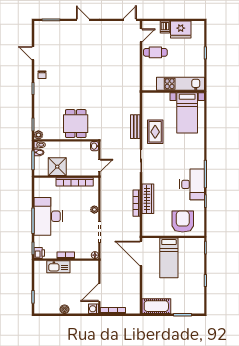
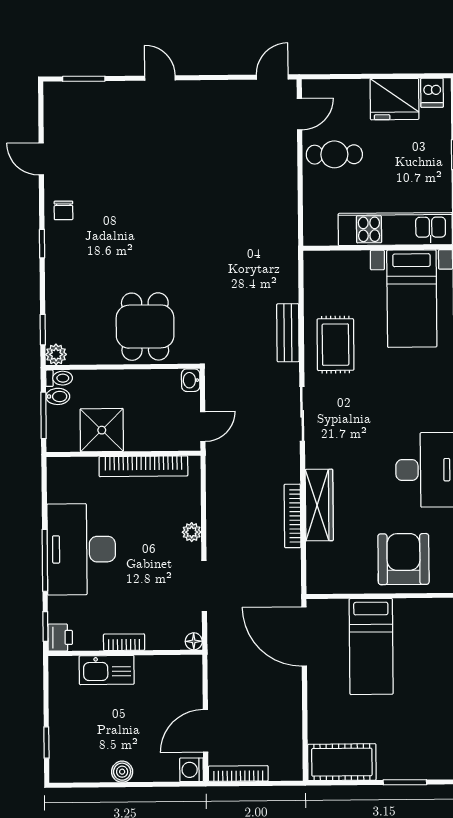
dishwasher: (165, 27) -> (432, 93), moved

